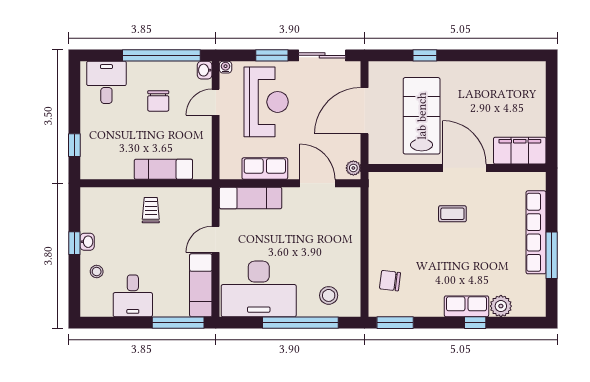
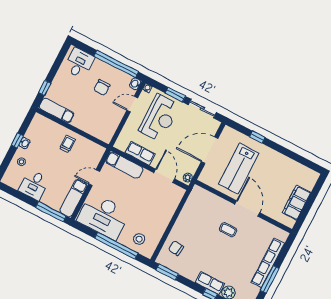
lab bench: (422, 116) -> (239, 169), turned 180
filing cabinet: (520, 151) -> (296, 203), moved, turned -90
exam couch: (163, 169) -> (57, 110), moved

